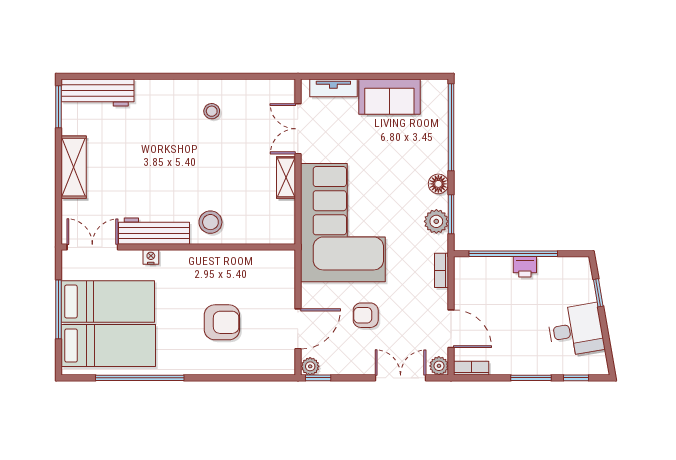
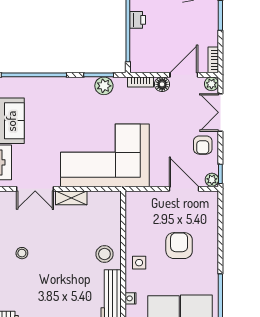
floor lamp: (438, 184) -> (162, 84), moved
side table: (199, 269) -> (139, 263), added
armchair: (366, 315) -> (203, 145), moved

